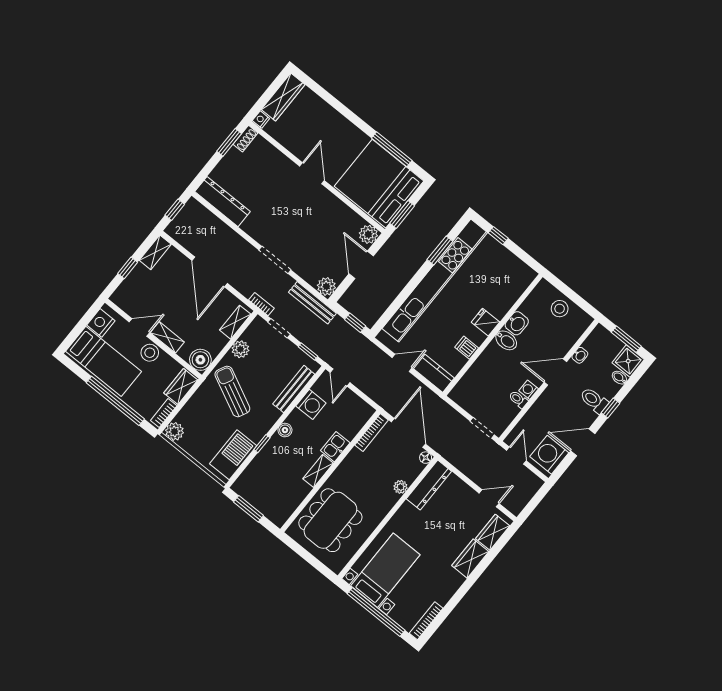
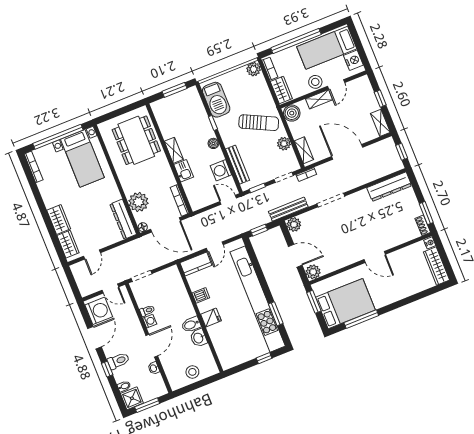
bed: (379, 184) -> (345, 304), width x0.73
plant: (401, 487) -> (138, 202), width x1.87, depth x1.87

